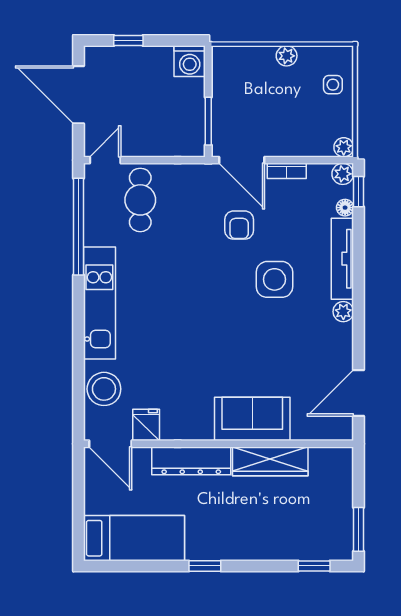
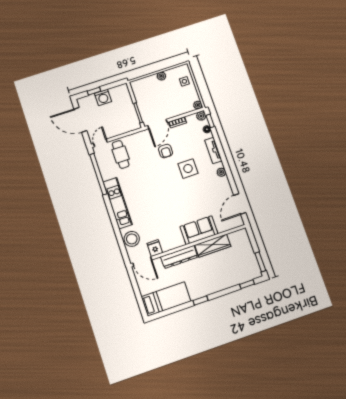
washing machine: (190, 61) -> (103, 97), moved
door: (242, 160) -> (157, 124), hinge flipped
tv unit: (342, 259) -> (213, 151), width x0.71

